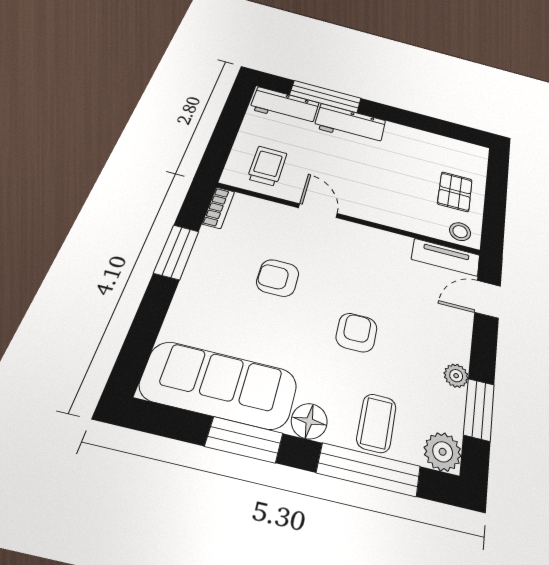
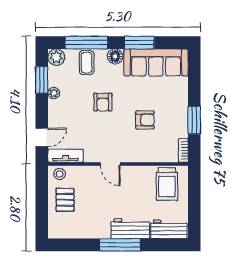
window: (326, 97) -> (120, 245), moved
trolley: (267, 166) -> (167, 184), width x1.36, depth x1.39
door: (318, 211) -> (110, 164), moved

